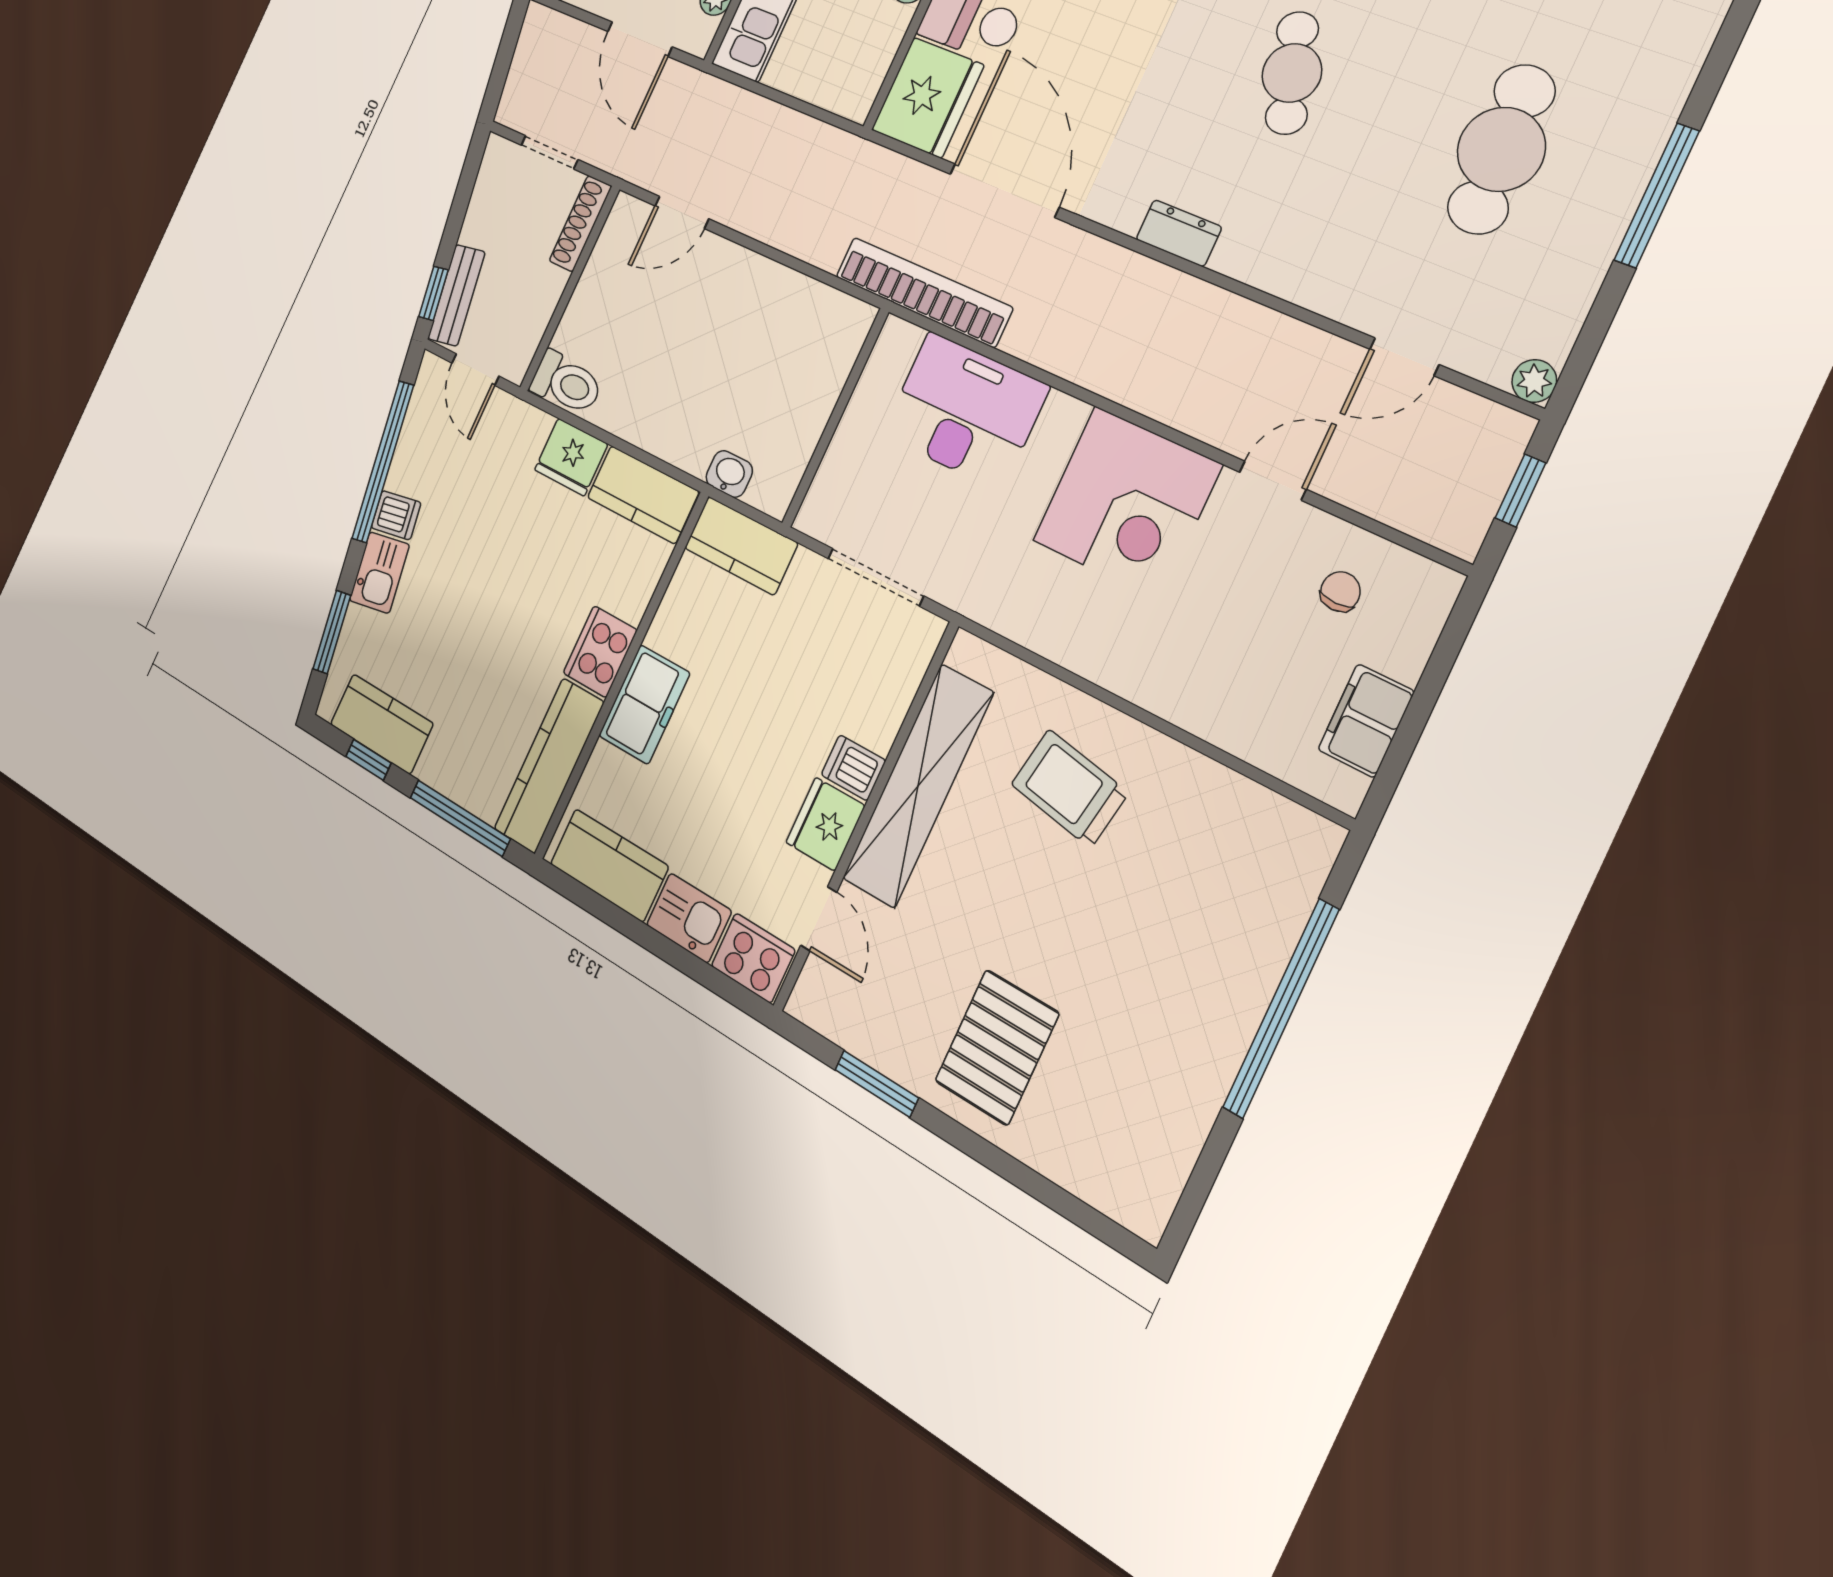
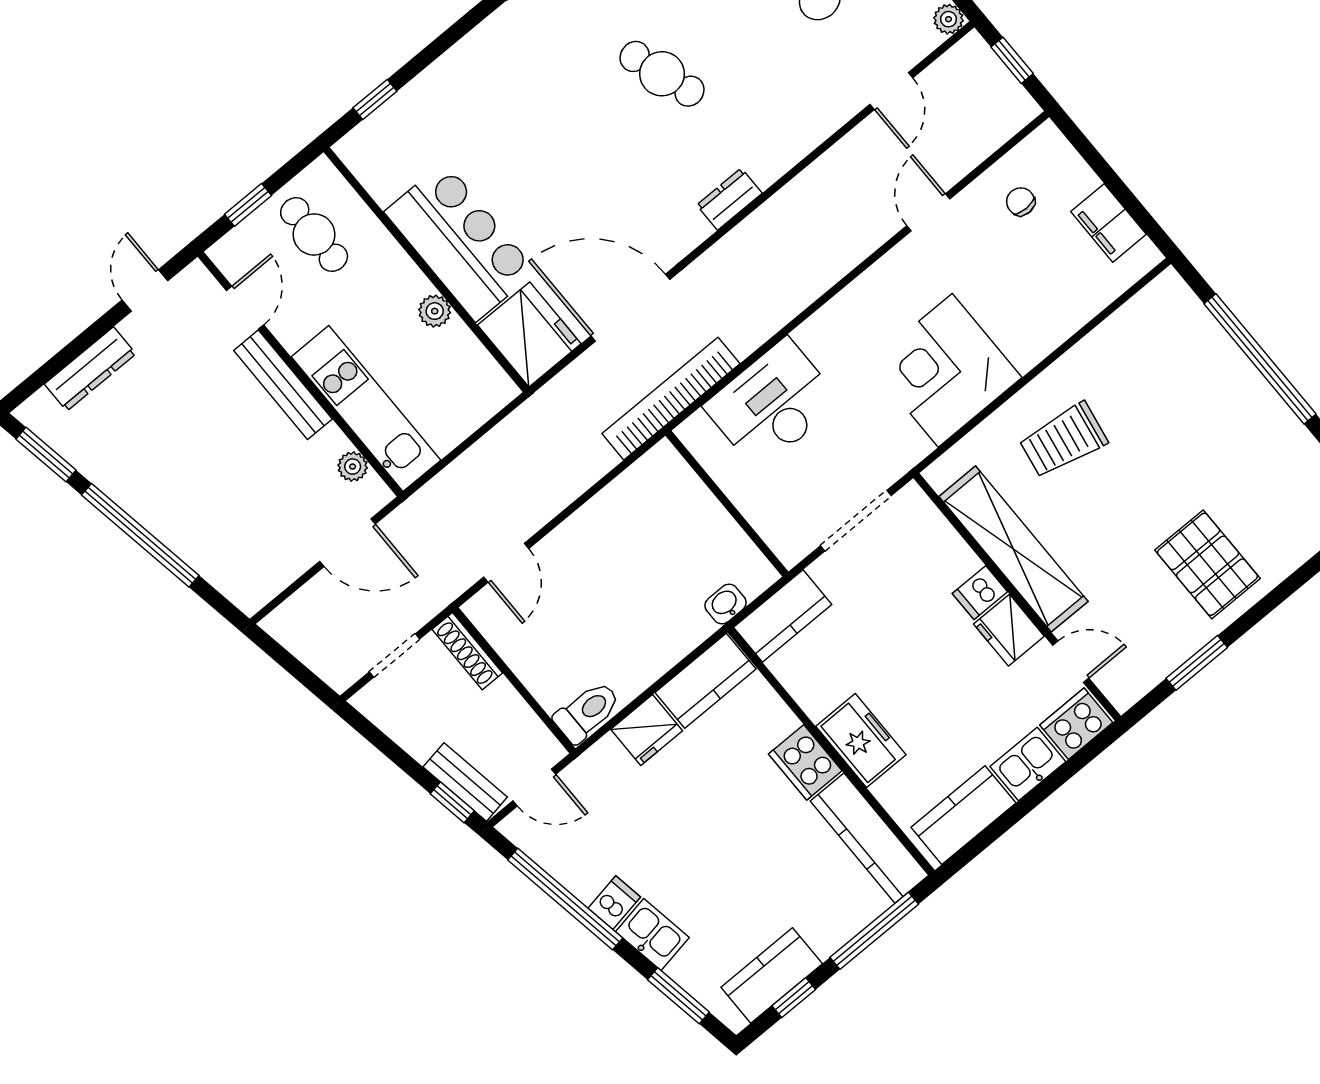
corner desk: (1127, 503) -> (945, 370), moved, turned 180

